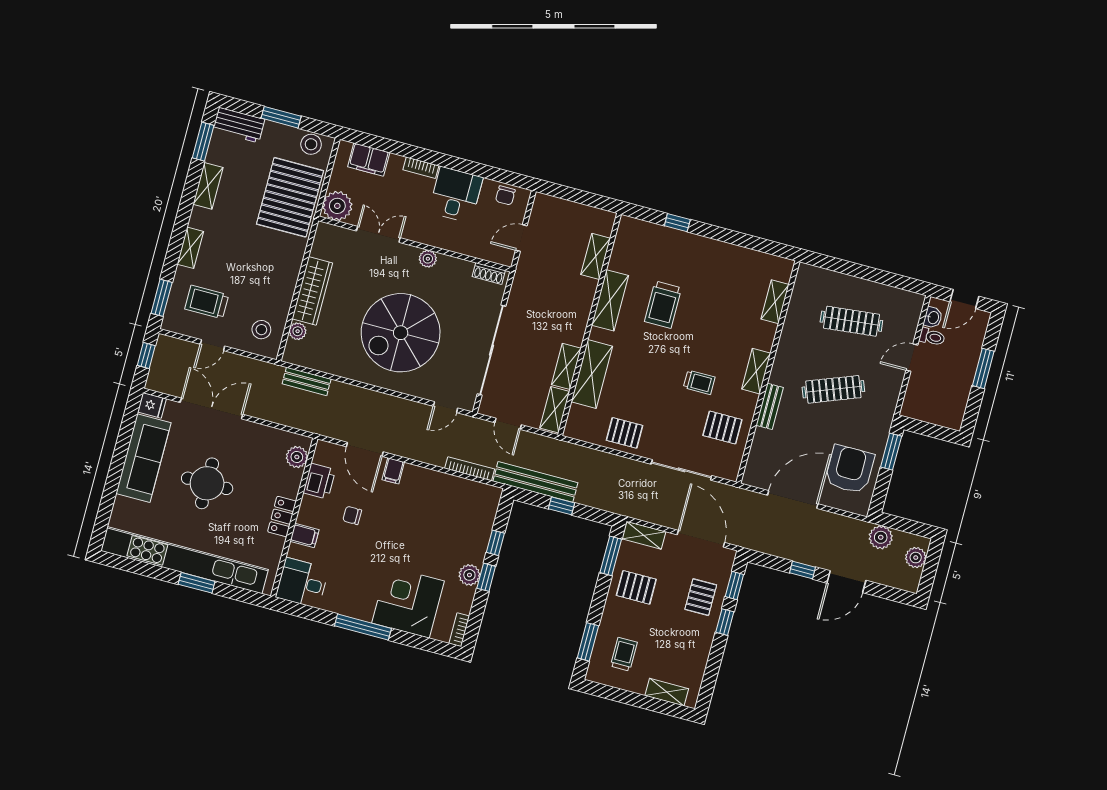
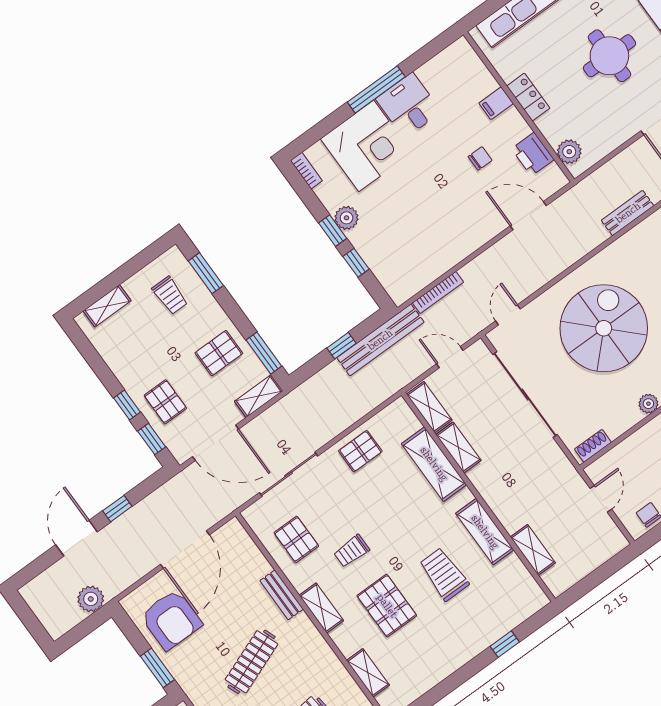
pallet: (717, 327) -> (387, 606), added
pallet: (722, 428) -> (296, 539), turned 90
filing cabinet: (393, 471) -> (490, 225), removed
plant: (916, 558) -> (49, 615), removed
desk: (302, 583) -> (409, 105), moved, turned -90

